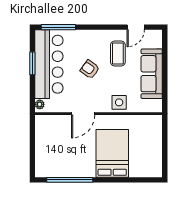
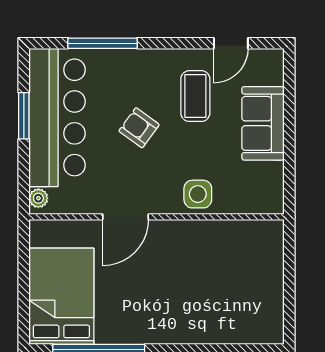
window: (58, 27) -> (102, 43), moved
sofa: (152, 74) -> (263, 123), width x0.73
bed: (112, 153) -> (61, 296), moved

